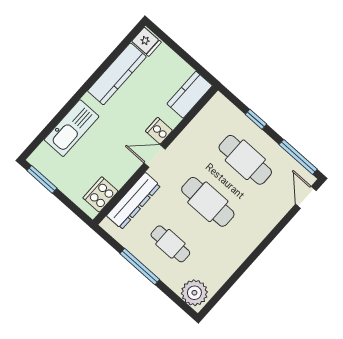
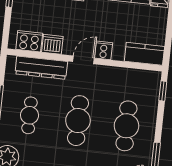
window: (256, 119) -> (163, 91), moved
door: (155, 156) -> (83, 60), hinge flipped
dishwasher: (119, 175) -> (52, 44), added

